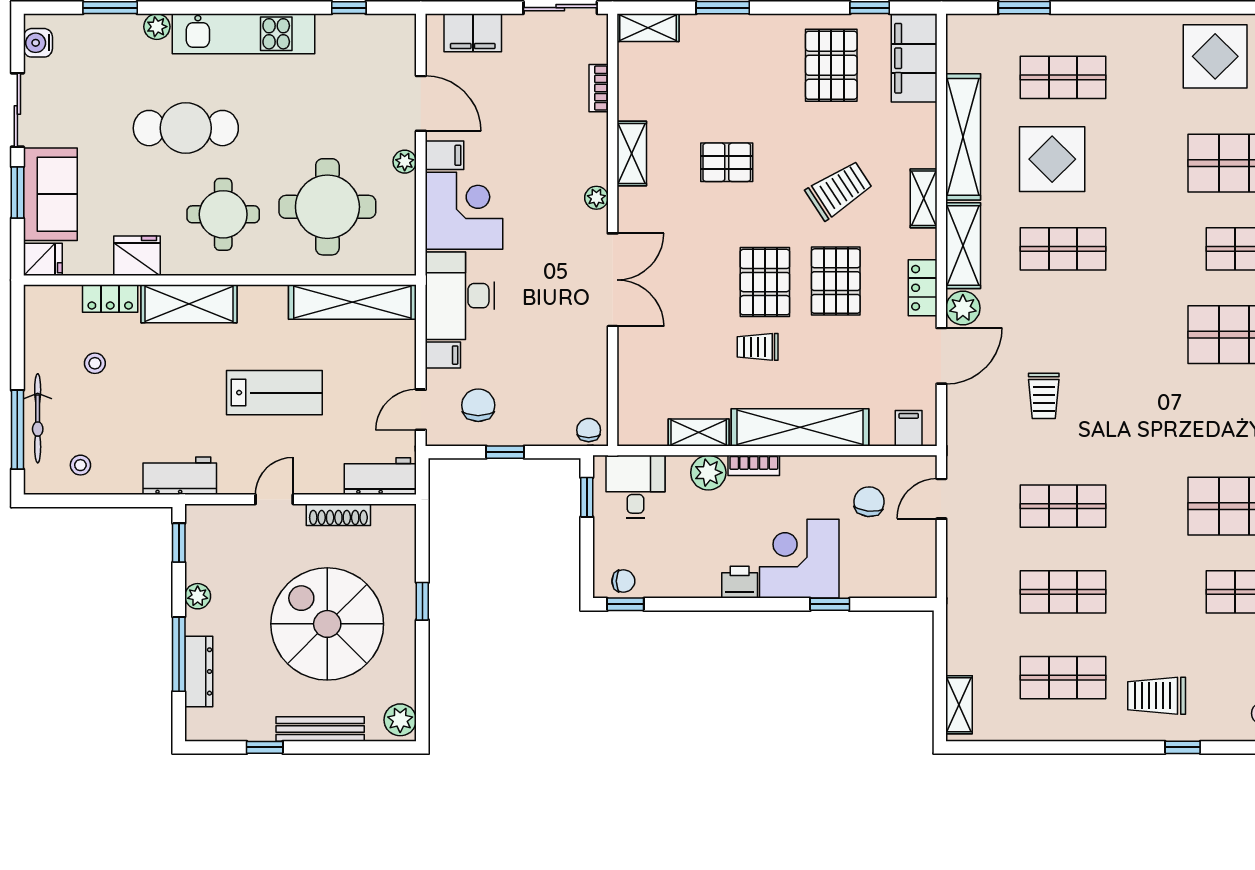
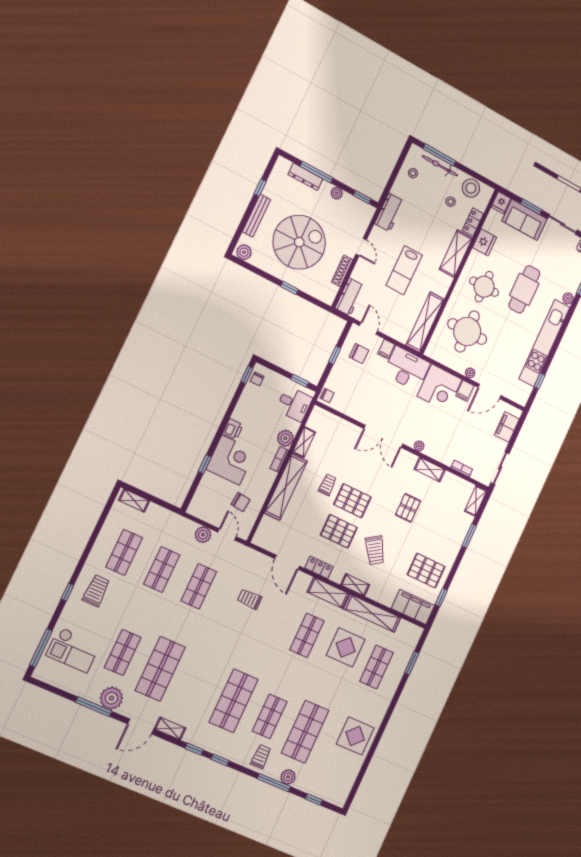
kitchen unit: (243, 34) -> (544, 343), width x1.36
plant: (963, 308) -> (203, 535), moved
stool: (47, 335) -> (471, 188), added
filing cabinet: (909, 428) -> (263, 534), removed

